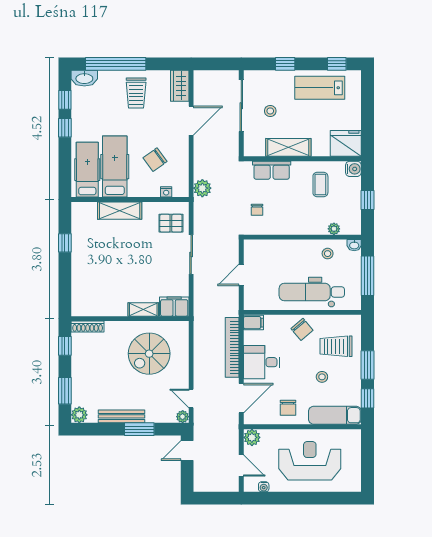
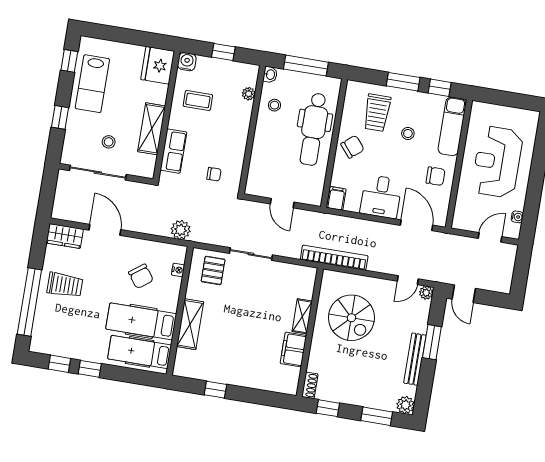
washbasin: (84, 78) -> (39, 339), removed
filing cabinet: (174, 307) -> (293, 350), moved
shoe rack: (88, 327) -> (310, 385), width x0.70
bookcase: (232, 347) -> (334, 258), moved, turned 180
plant: (252, 437) -> (461, 221), removed

